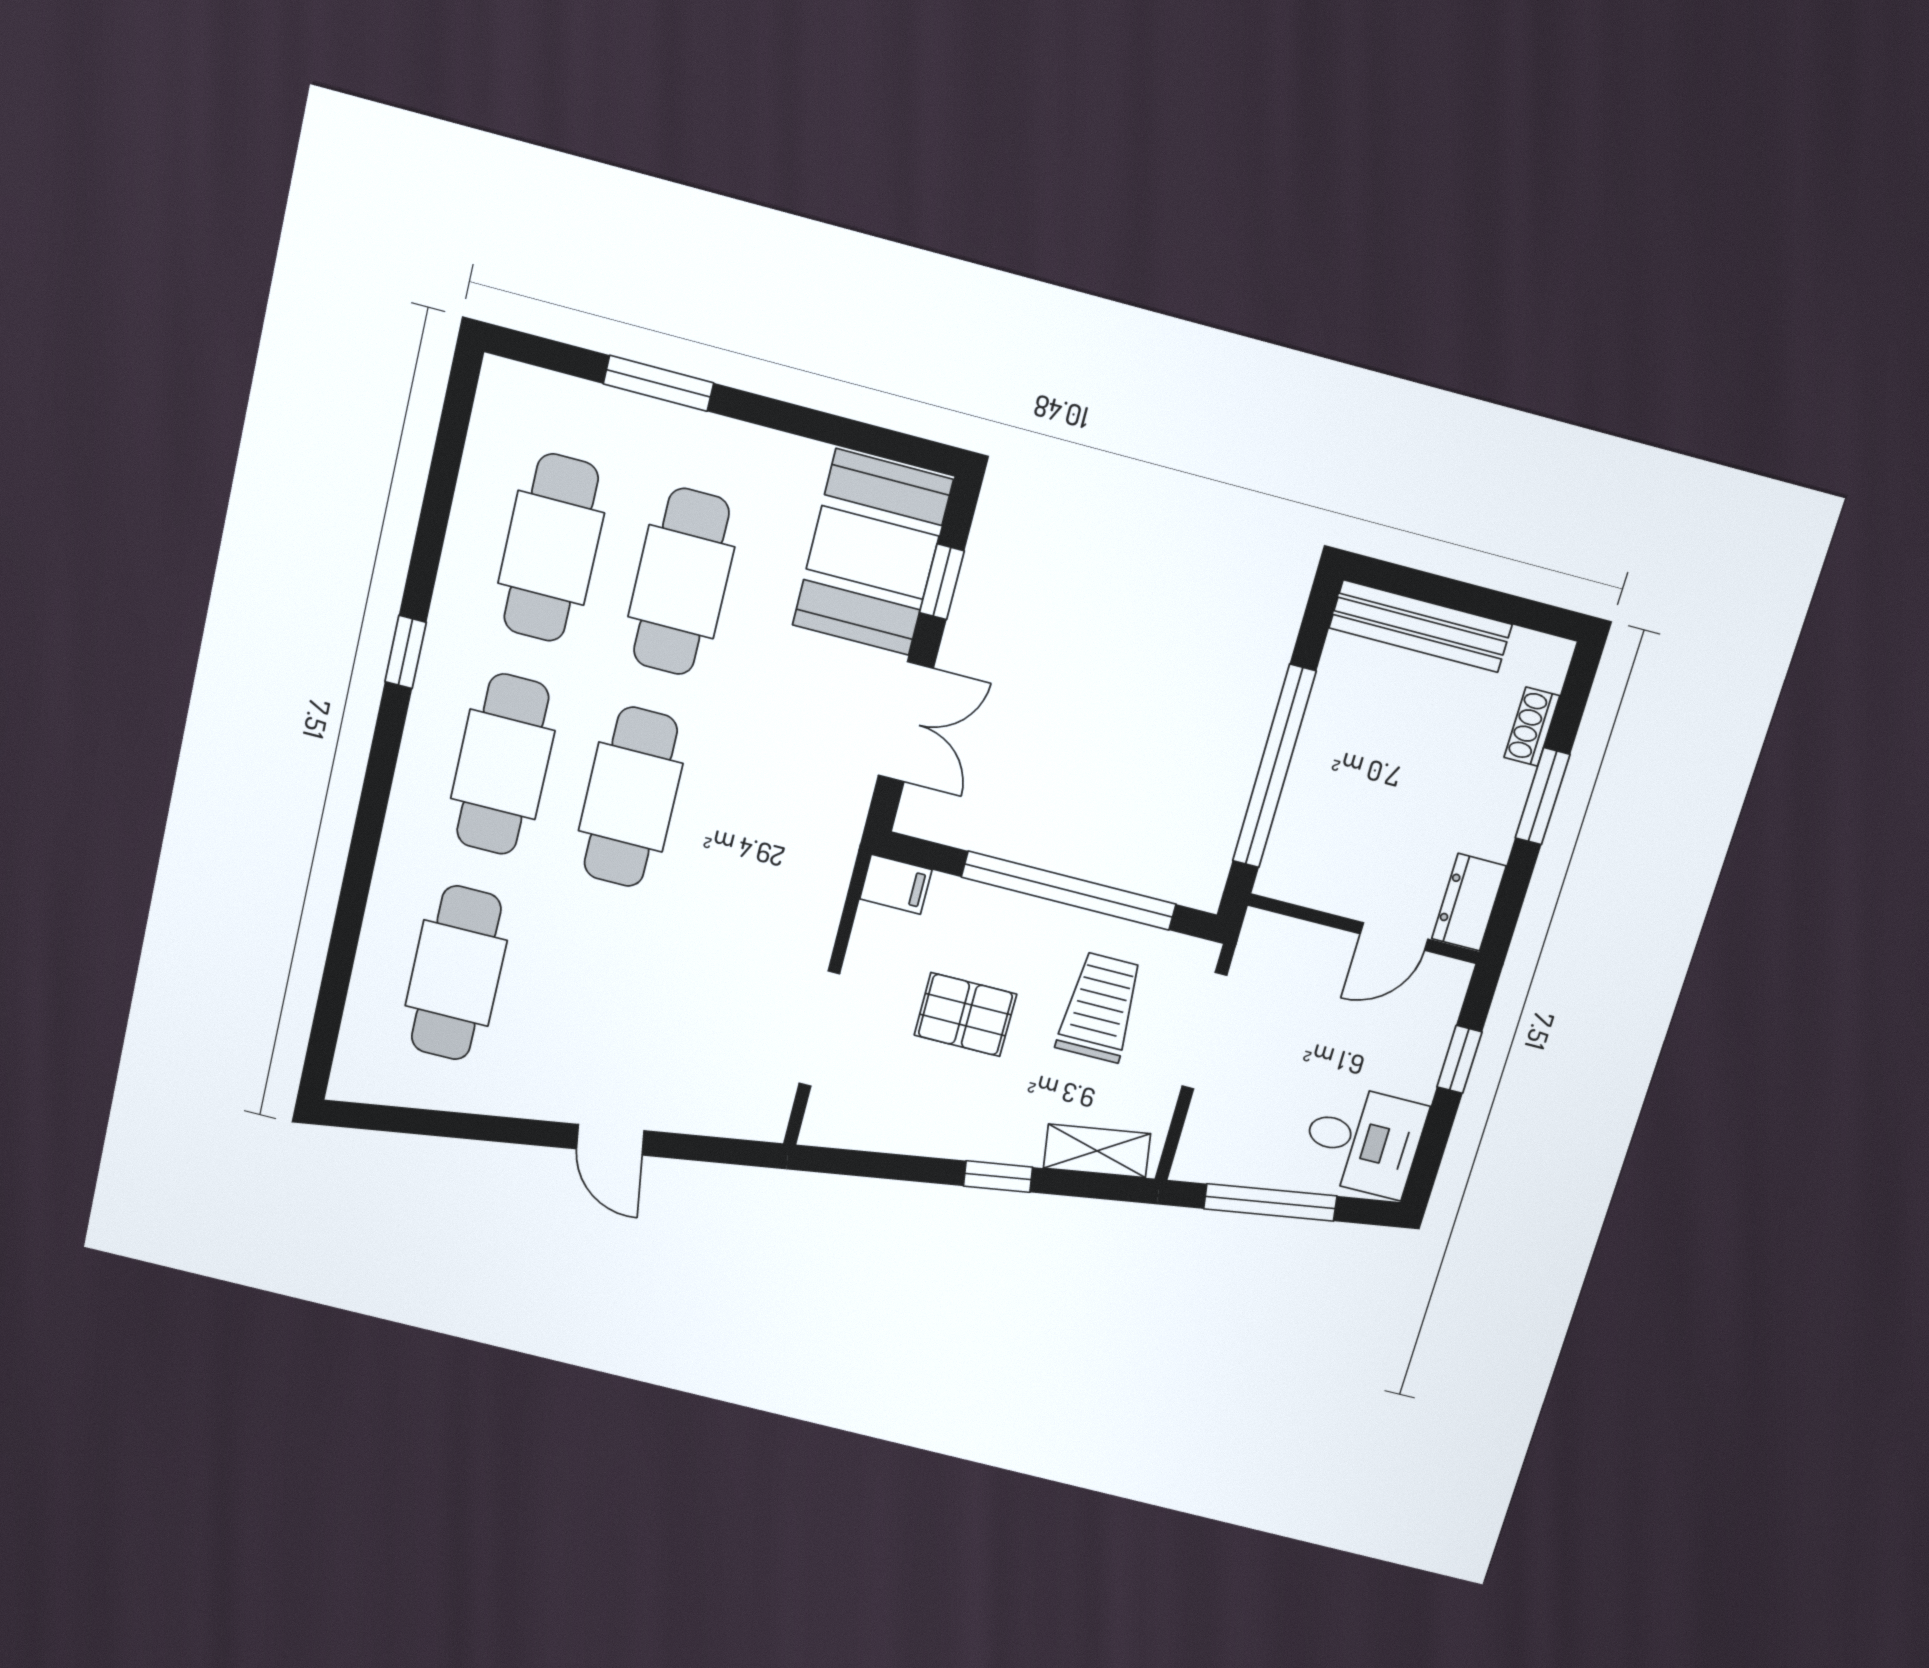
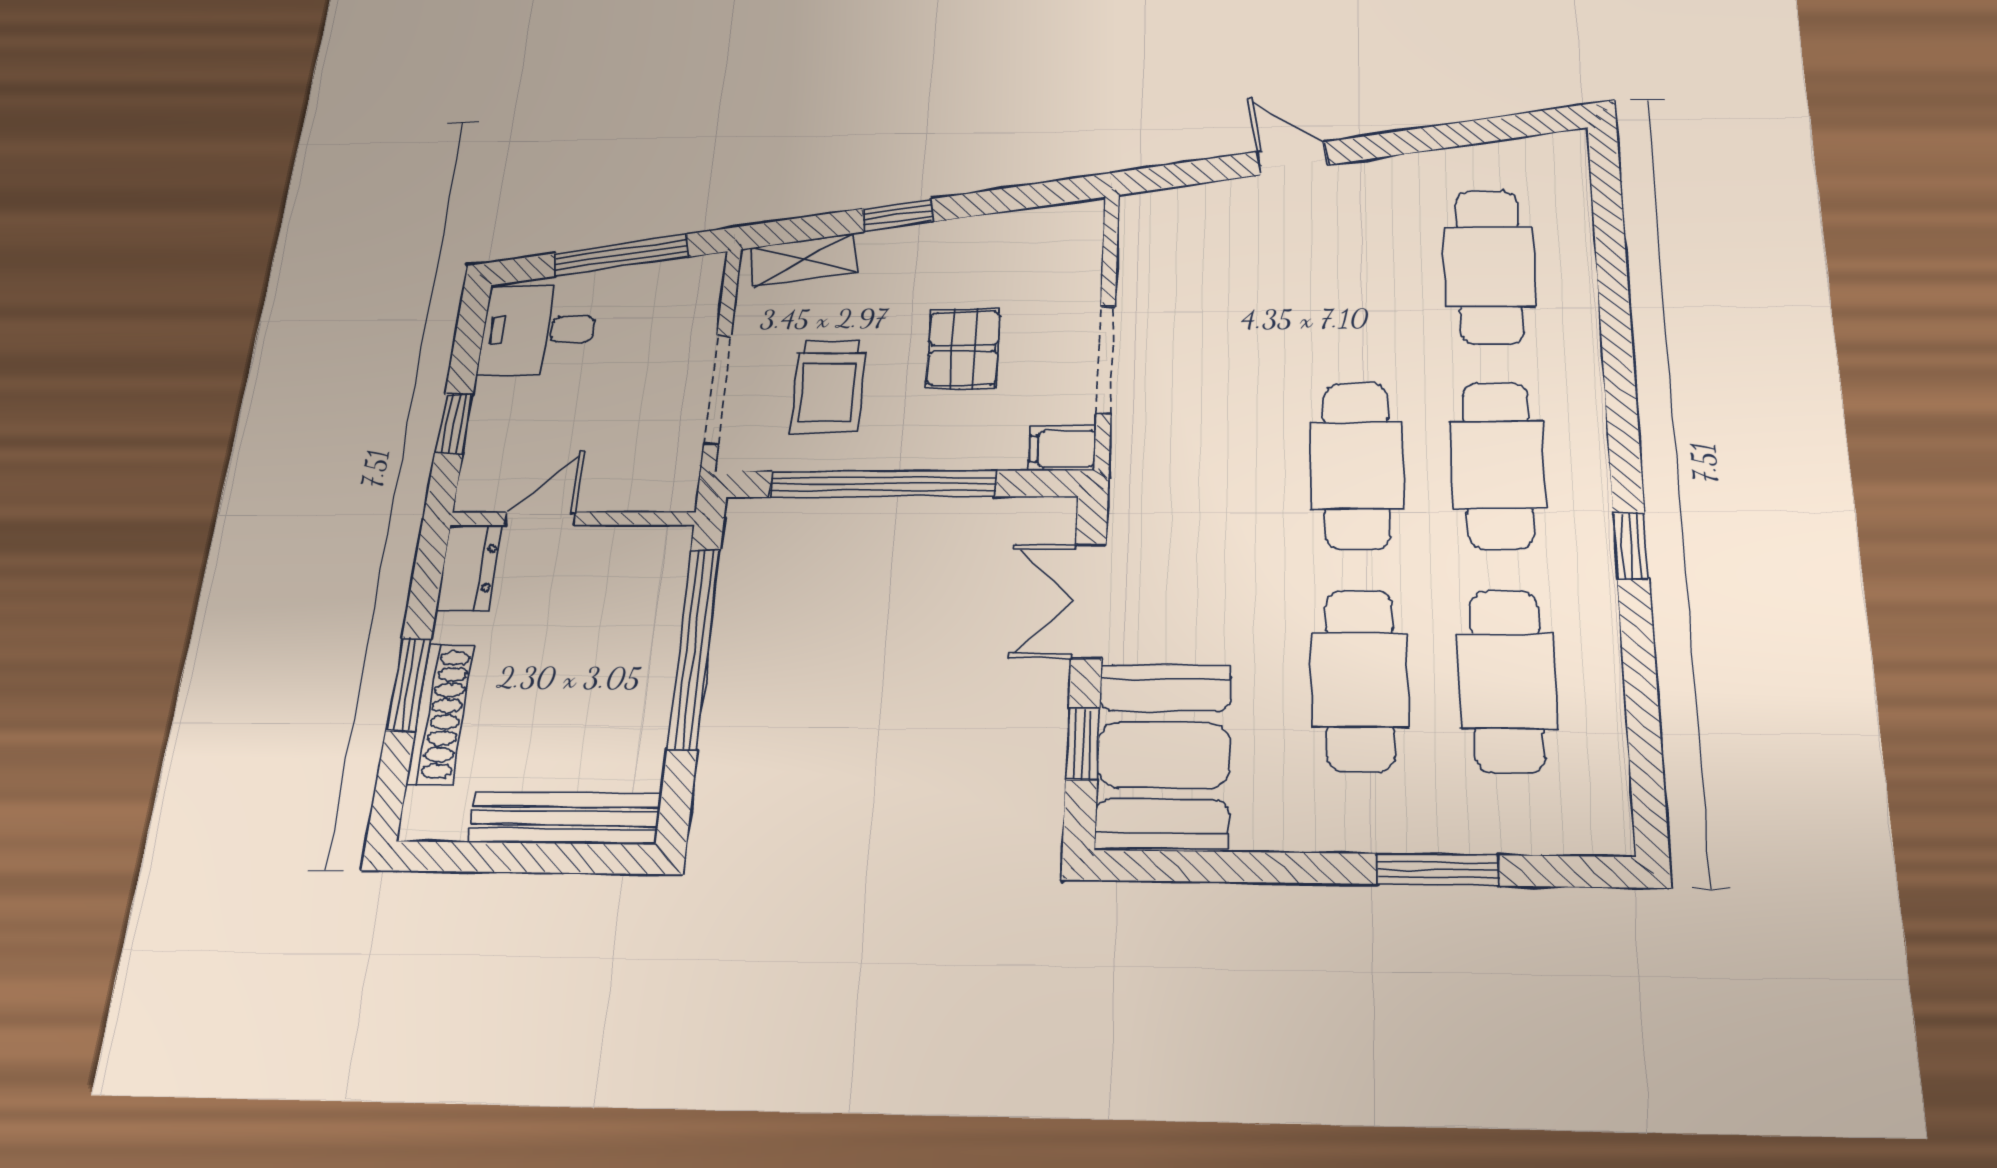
shoe rack: (1532, 727) -> (441, 714), width x1.94, depth x1.24
pallet: (965, 1015) -> (963, 348), turned 90
doorway: (819, 1029) -> (1106, 360), moved

